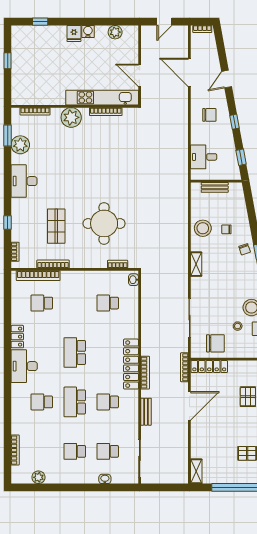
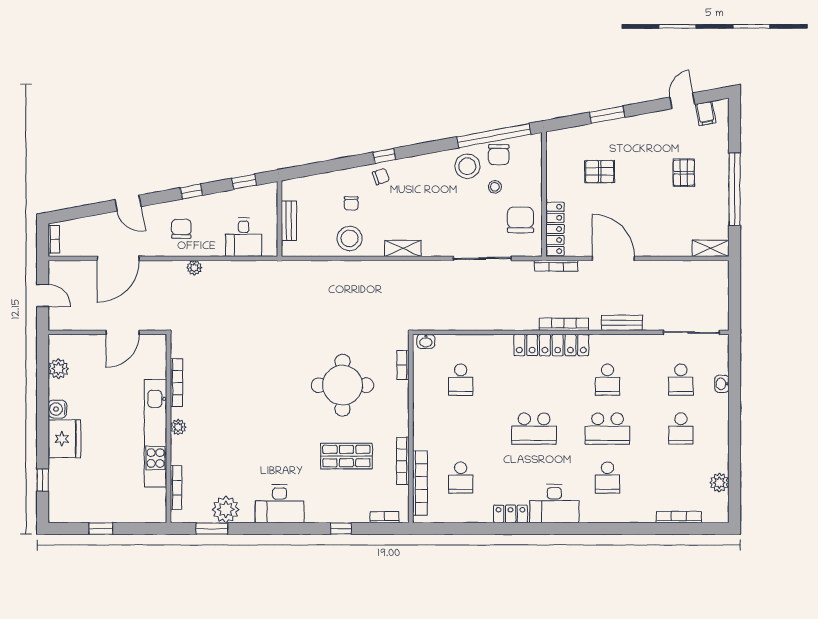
fridge: (74, 33) -> (64, 439), width x1.88, depth x1.34
kitchen unit: (102, 98) -> (155, 433), moved
plant: (71, 117) -> (178, 427), width x0.53, depth x0.53
plant: (183, 124) -> (194, 268), added

